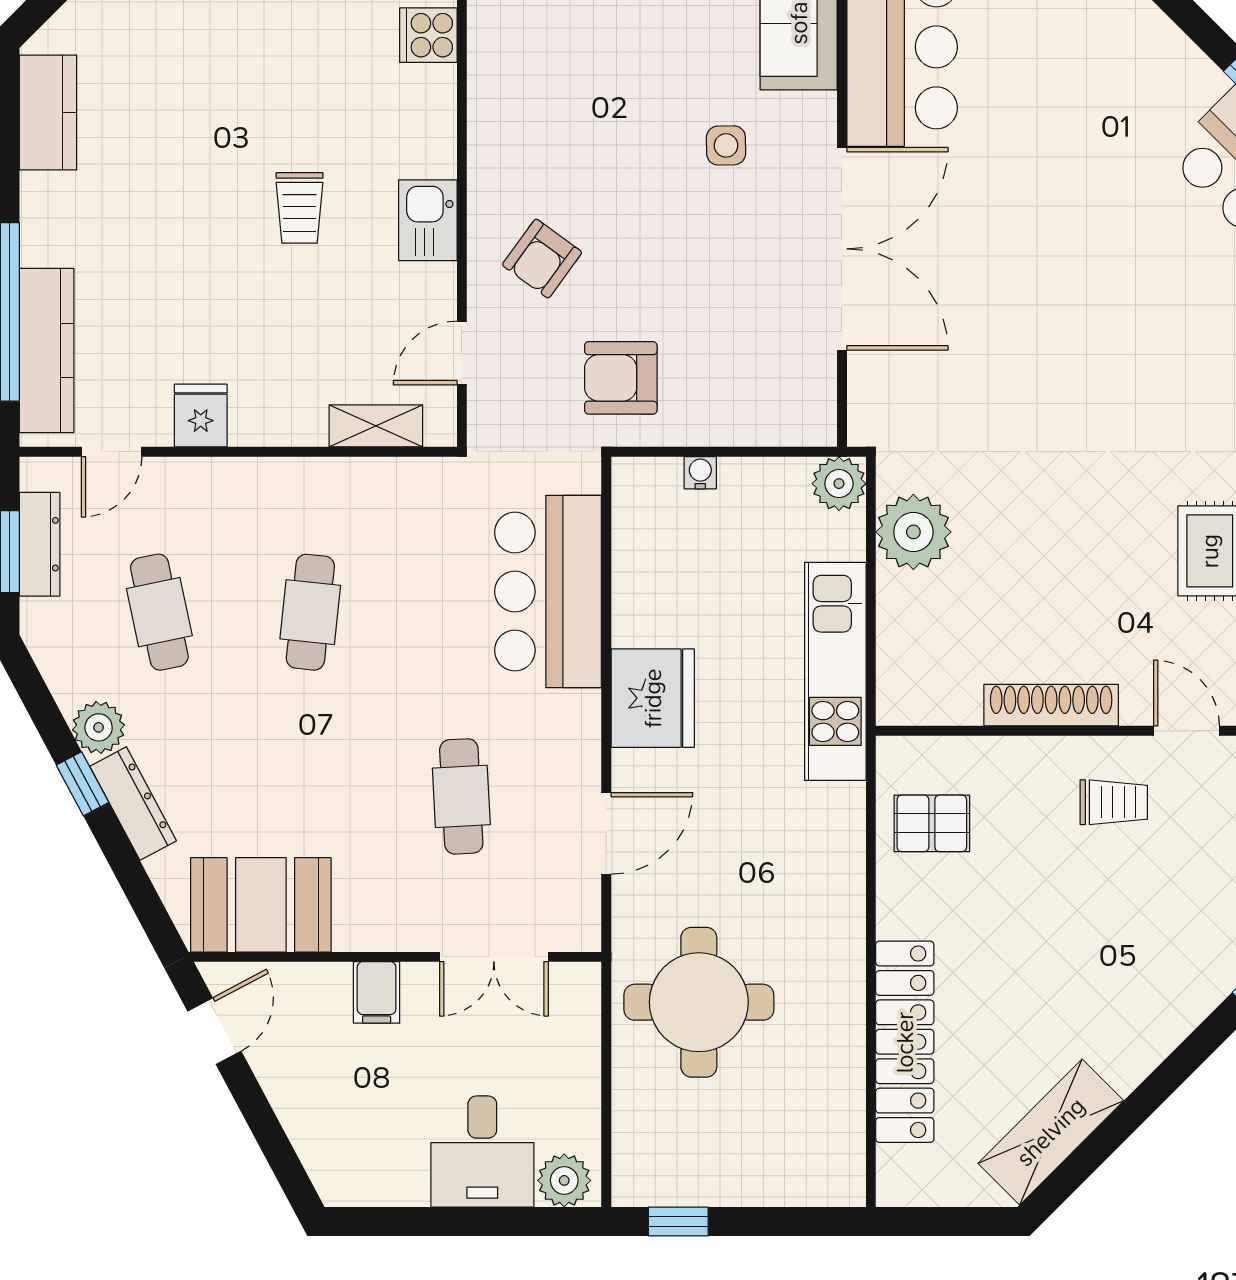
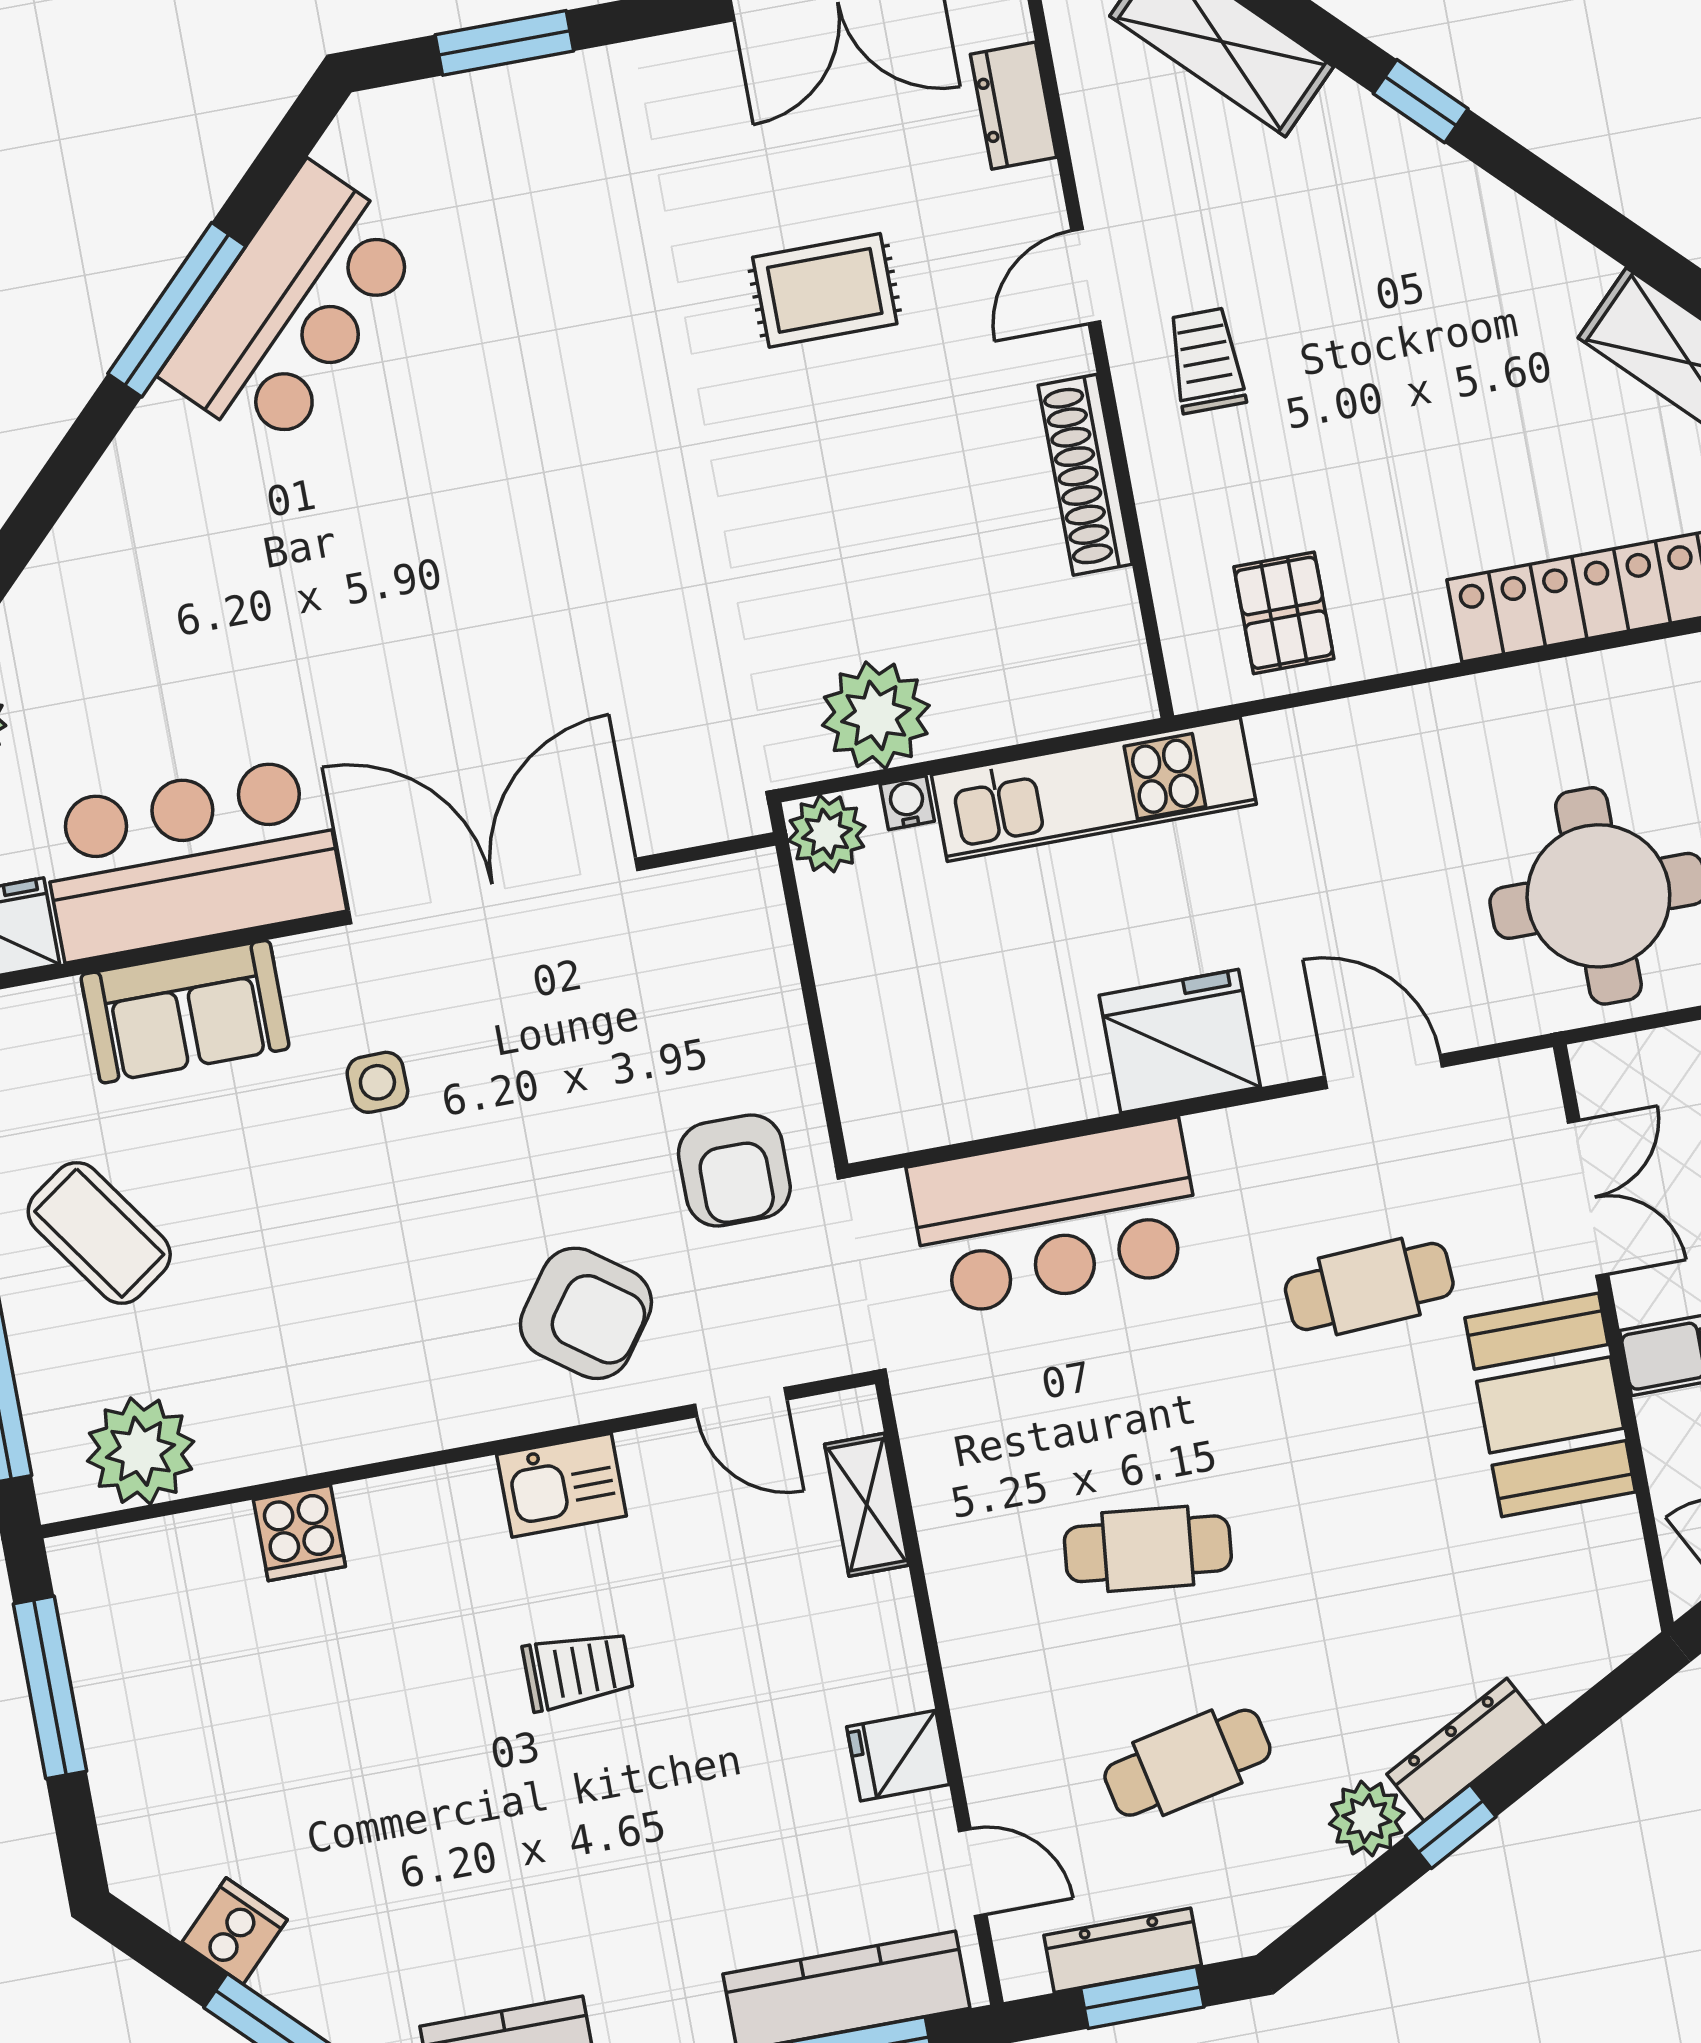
armchair: (542, 259) -> (586, 1313), width x1.38, depth x1.38
water cooler: (700, 473) -> (907, 803), moved, turned 90
booth: (261, 905) -> (1550, 1405), moved

